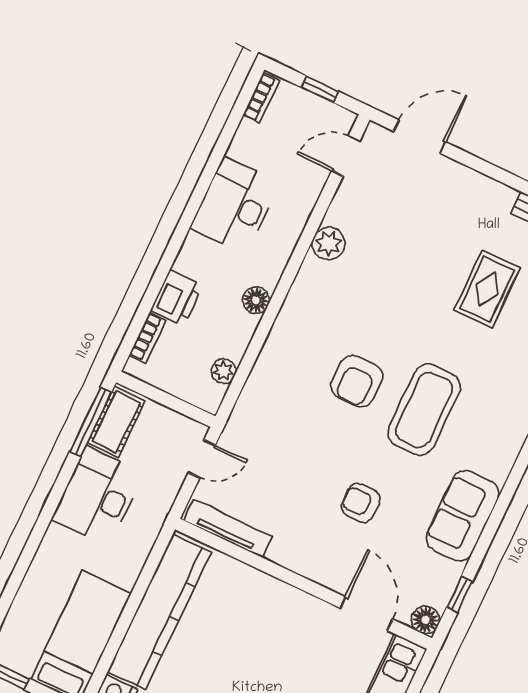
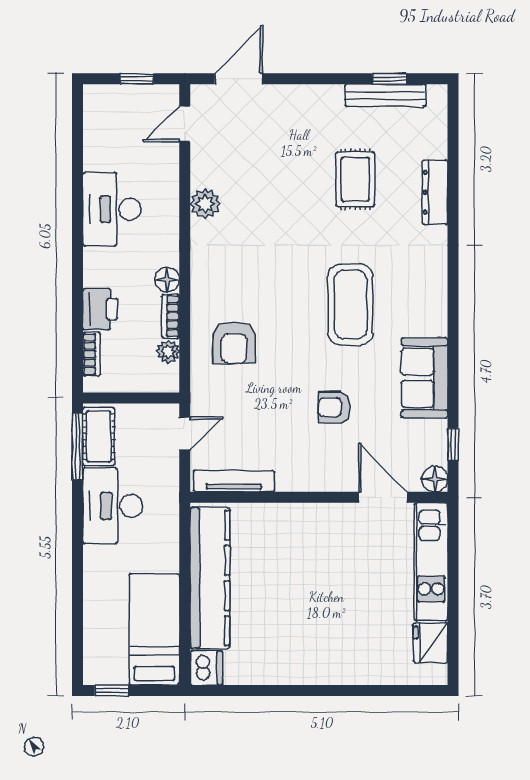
bookcase: (262, 98) -> (171, 316), moved, turned 180
armchair: (357, 381) -> (234, 343), moved

